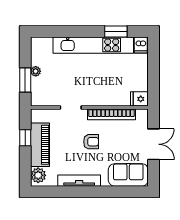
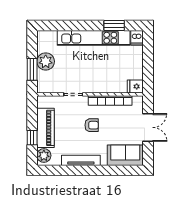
plant: (36, 71) -> (46, 61), width x1.88, depth x1.88
window: (25, 138) -> (32, 138), moved

